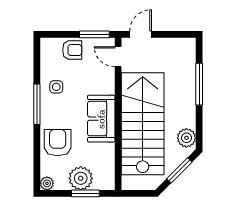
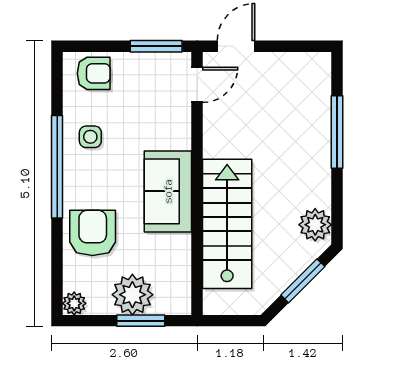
armchair: (72, 50) -> (94, 73), moved
door: (118, 57) -> (197, 85), swing flipped
window: (37, 104) -> (57, 167), width x1.46
stairs: (143, 124) -> (227, 224), width x0.73, depth x0.66

